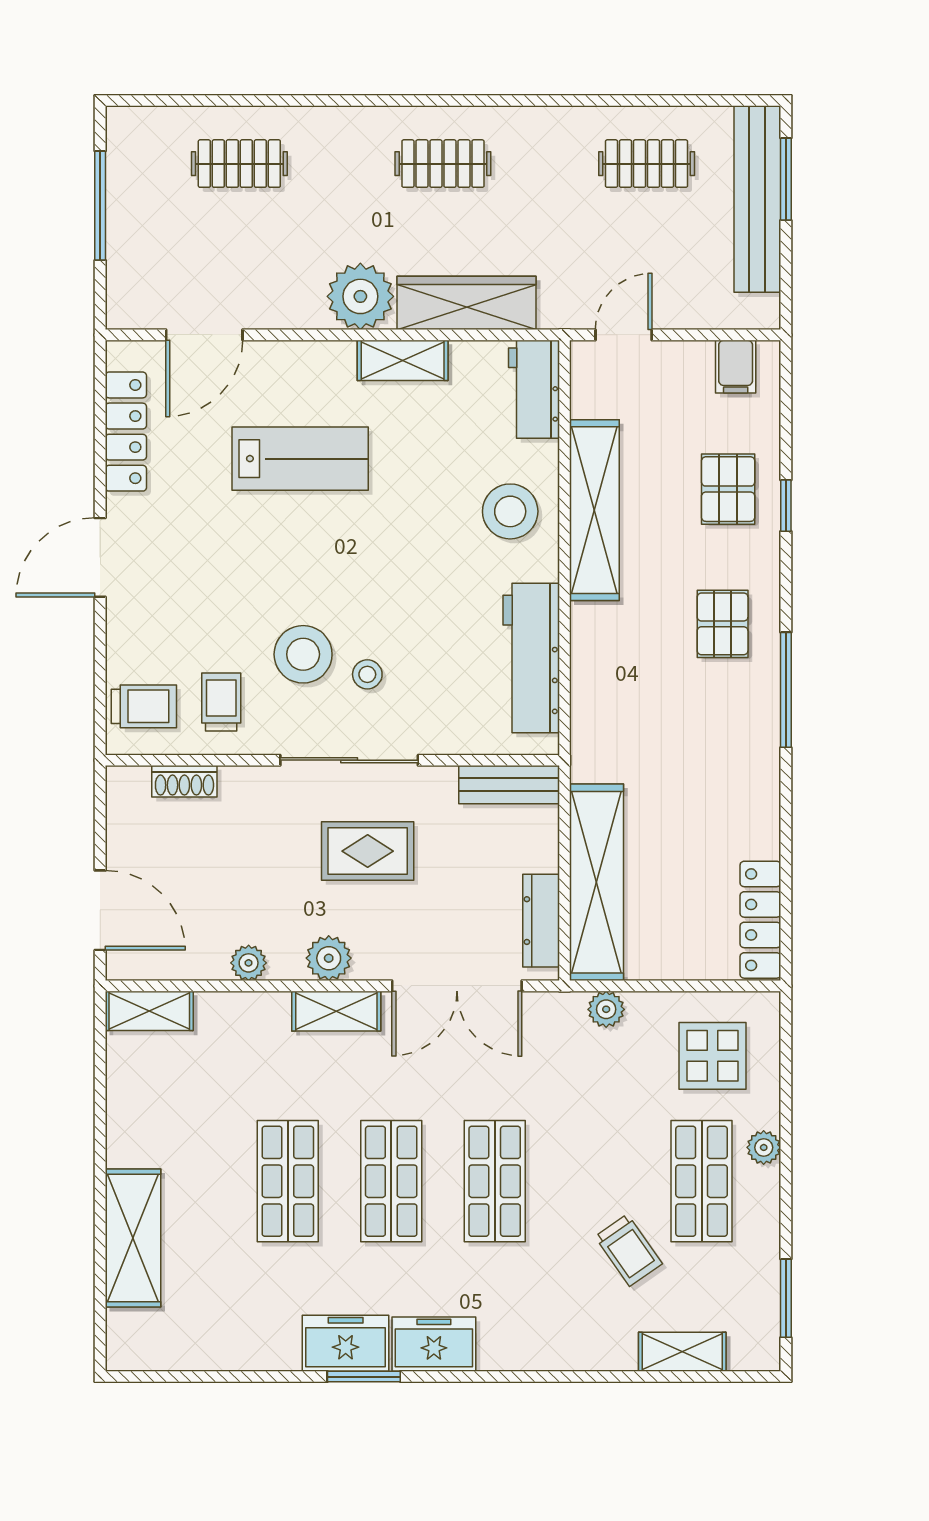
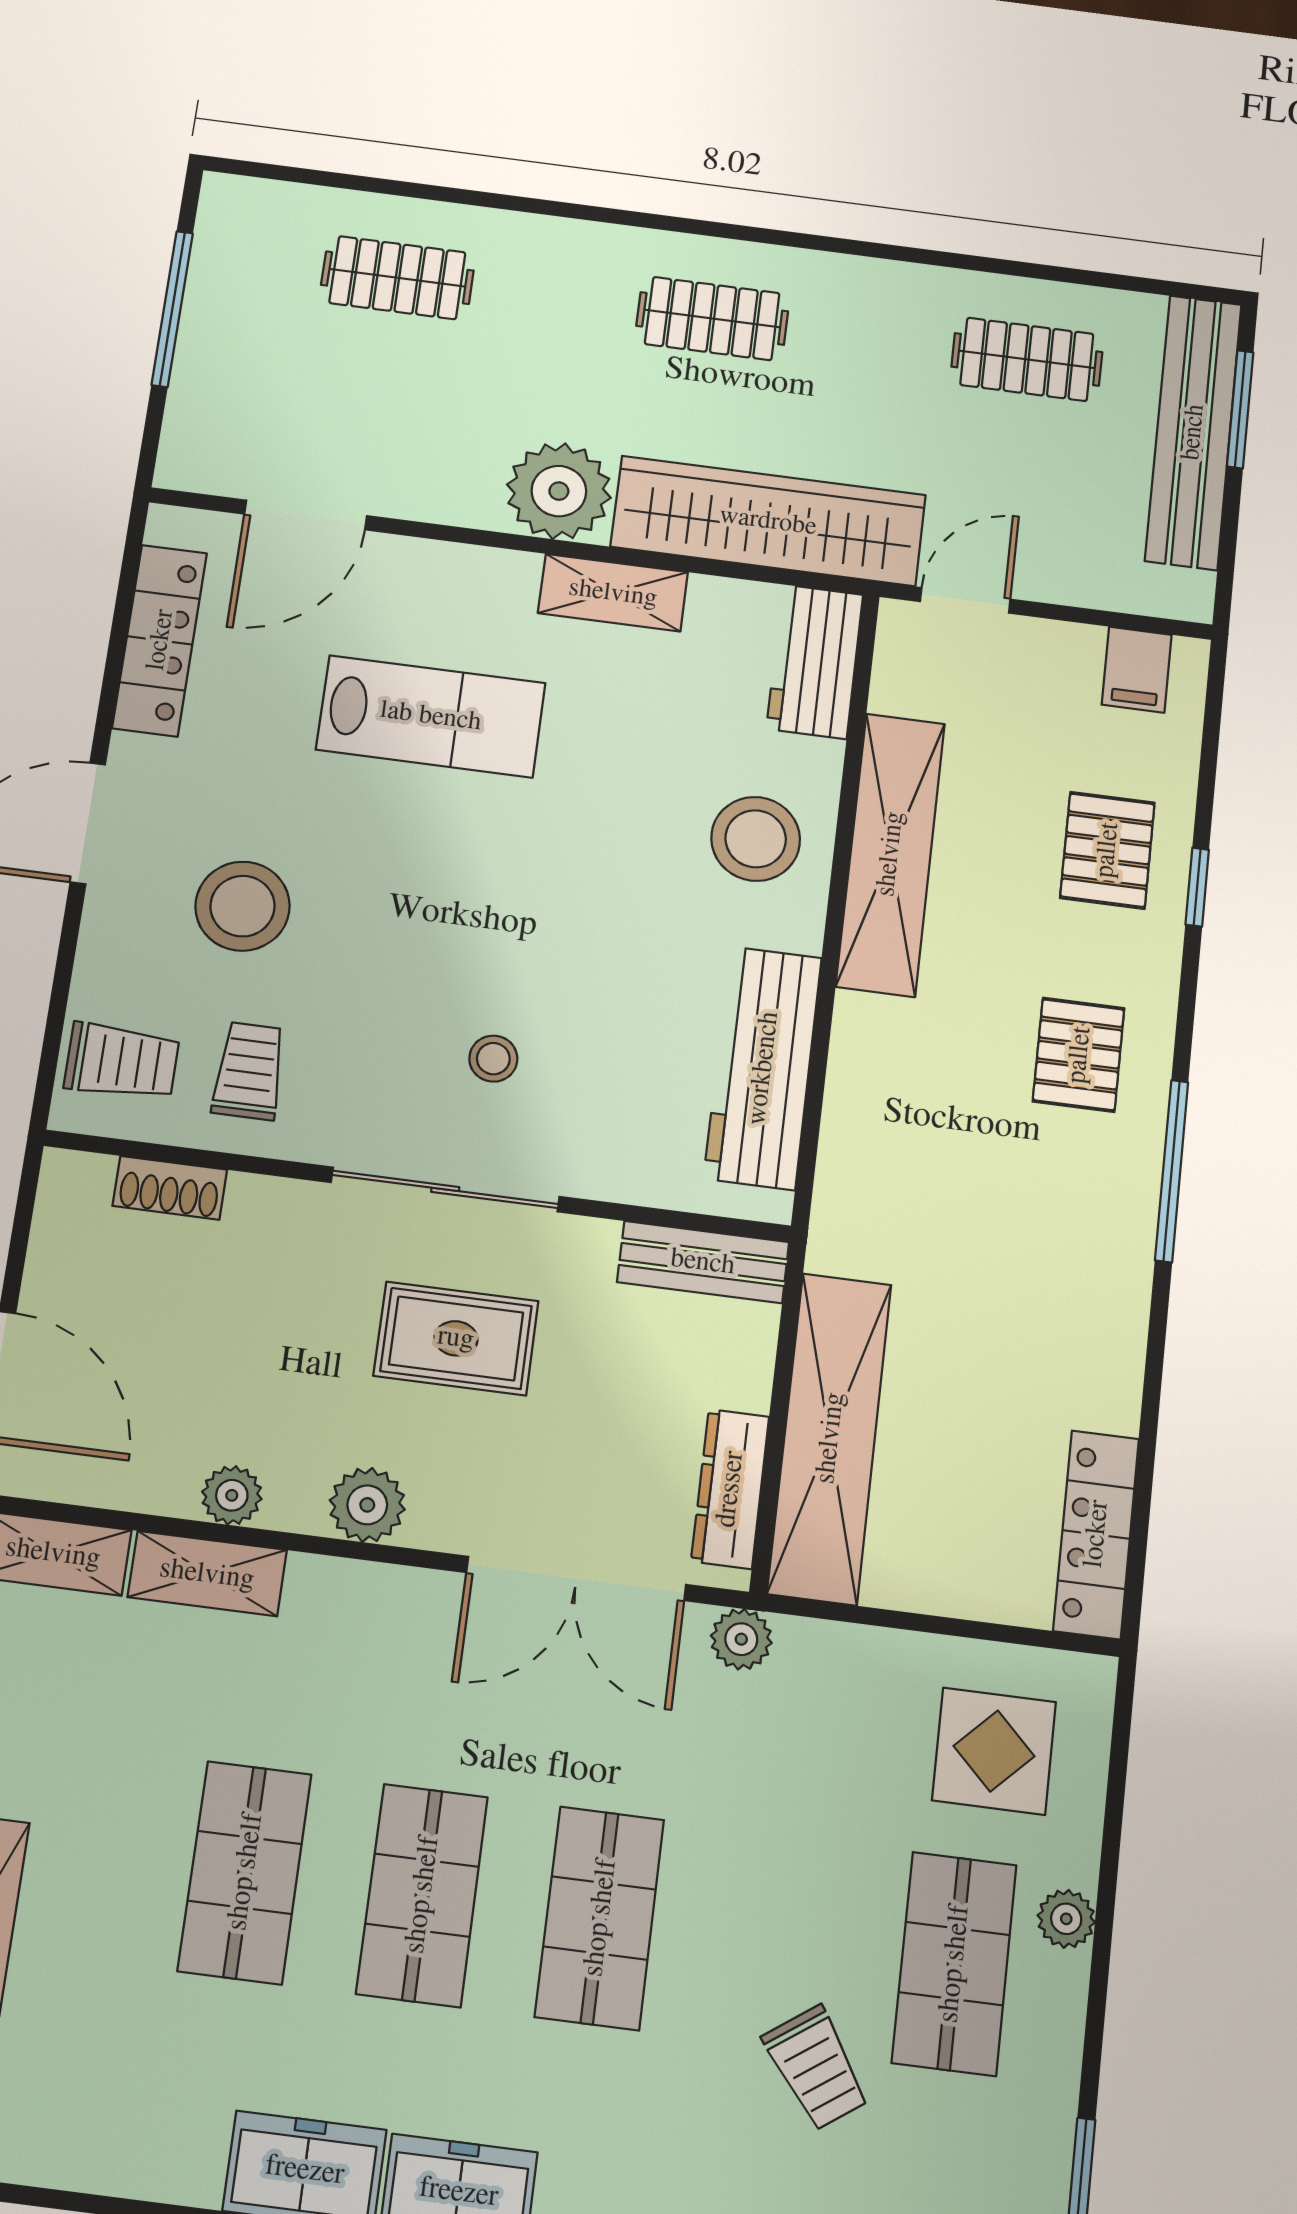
wardrobe: (467, 303) -> (768, 521), width x1.40, depth x1.17
stool: (303, 654) -> (242, 906), moved
plant: (606, 1009) -> (741, 1639), moved
shelving: (336, 1011) -> (207, 1574), moved

